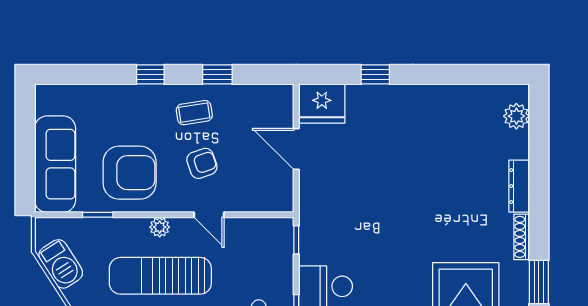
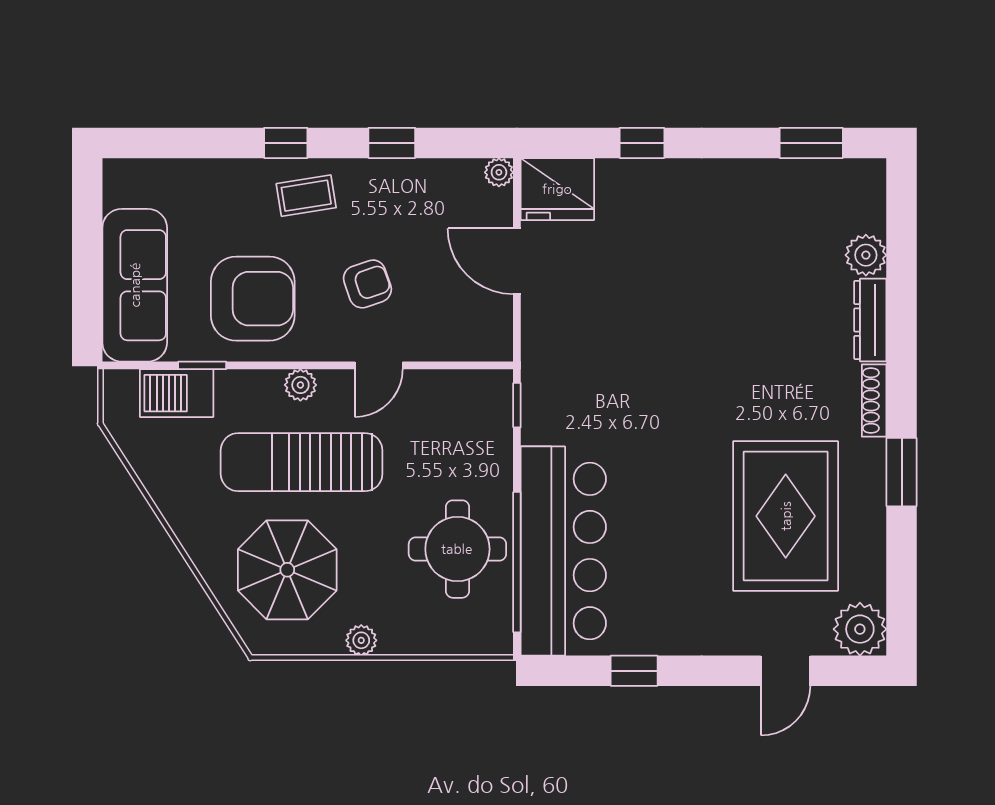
window: (482, 74) -> (811, 143), added
plant: (285, 93) -> (499, 172), added
coffee table: (194, 113) -> (306, 196), moved
plant: (516, 116) -> (866, 255), moved
door: (209, 215) -> (379, 365), hinge flipped
barbecue: (61, 264) -> (177, 393), moved, turned 123

